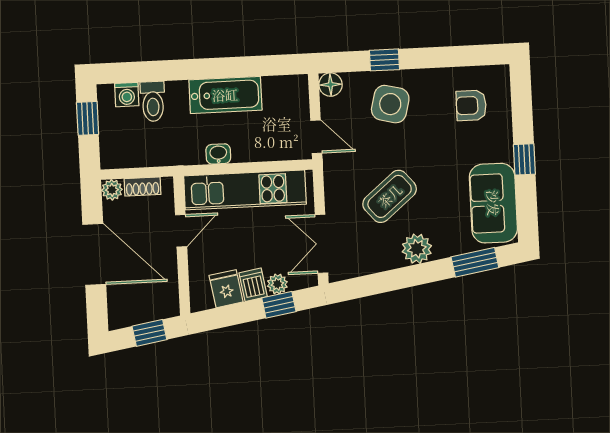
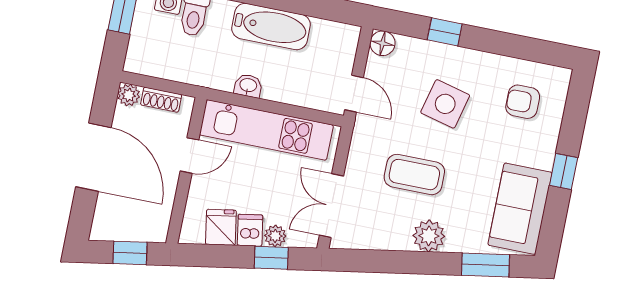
side table: (390, 104) -> (445, 104), moved
coffee table: (390, 196) -> (414, 175), turned 40

